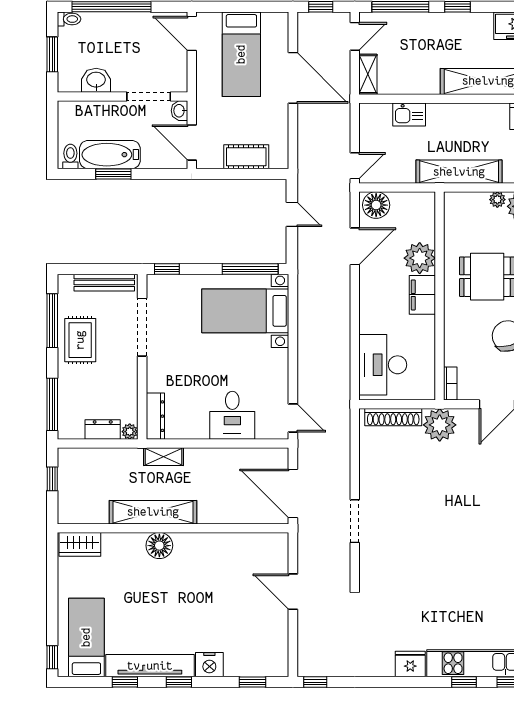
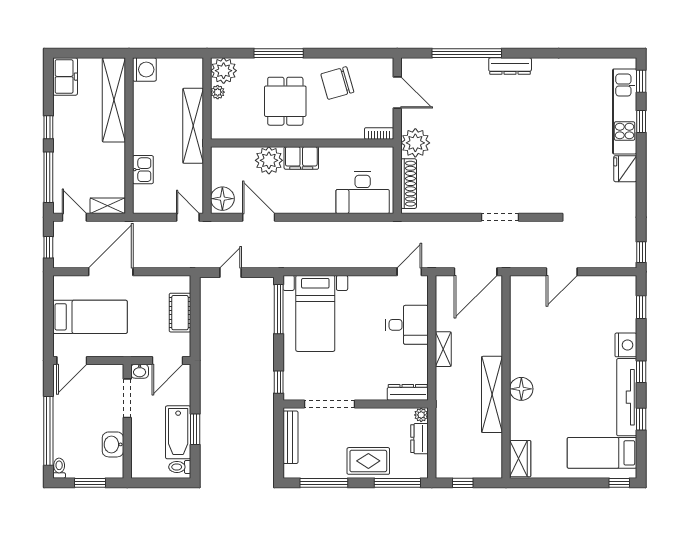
rug: (80, 340) -> (368, 461), moved
shelving: (164, 457) -> (443, 349), moved

